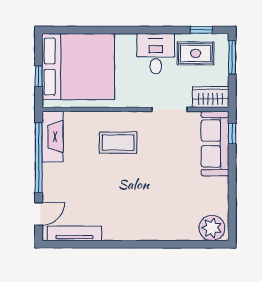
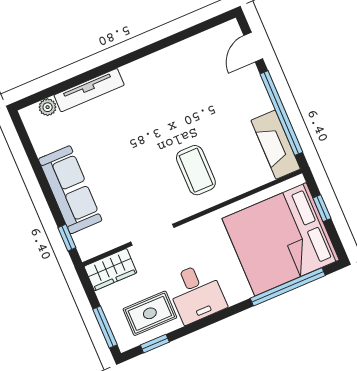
window: (88, 30) -> (288, 287), added
coffee table: (118, 143) -> (196, 170), turned 90
sofa: (215, 143) -> (70, 190), moved
plant: (212, 228) -> (48, 107), width x0.53, depth x0.53
tv unit: (74, 233) -> (89, 90), moved

